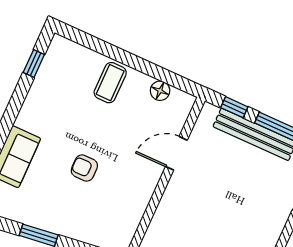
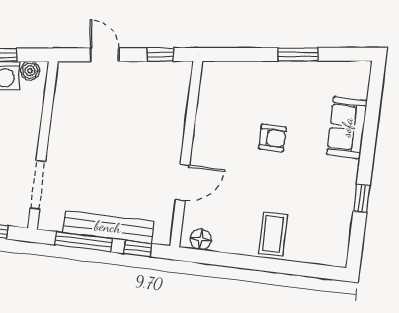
window: (34, 64) -> (362, 198), moved
floor lamp: (160, 91) -> (201, 239), moved

